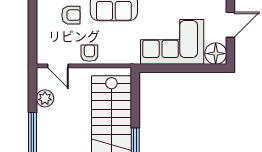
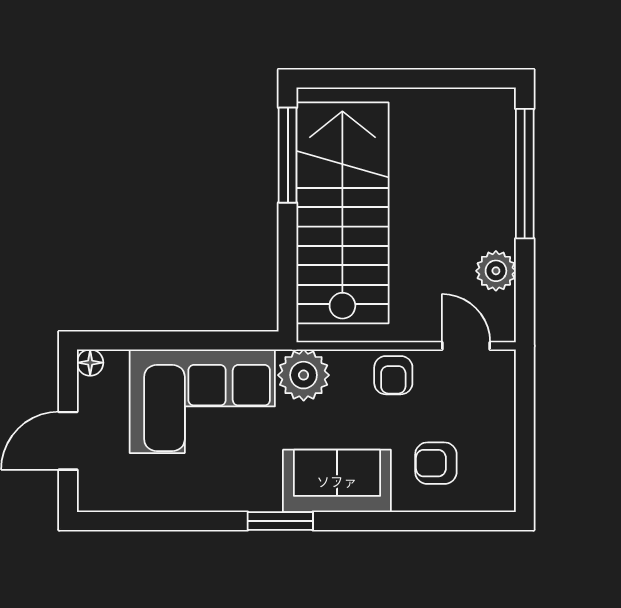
plant: (128, 53) -> (304, 375), added
floor lamp: (216, 54) -> (90, 363), width x0.53, depth x0.53

